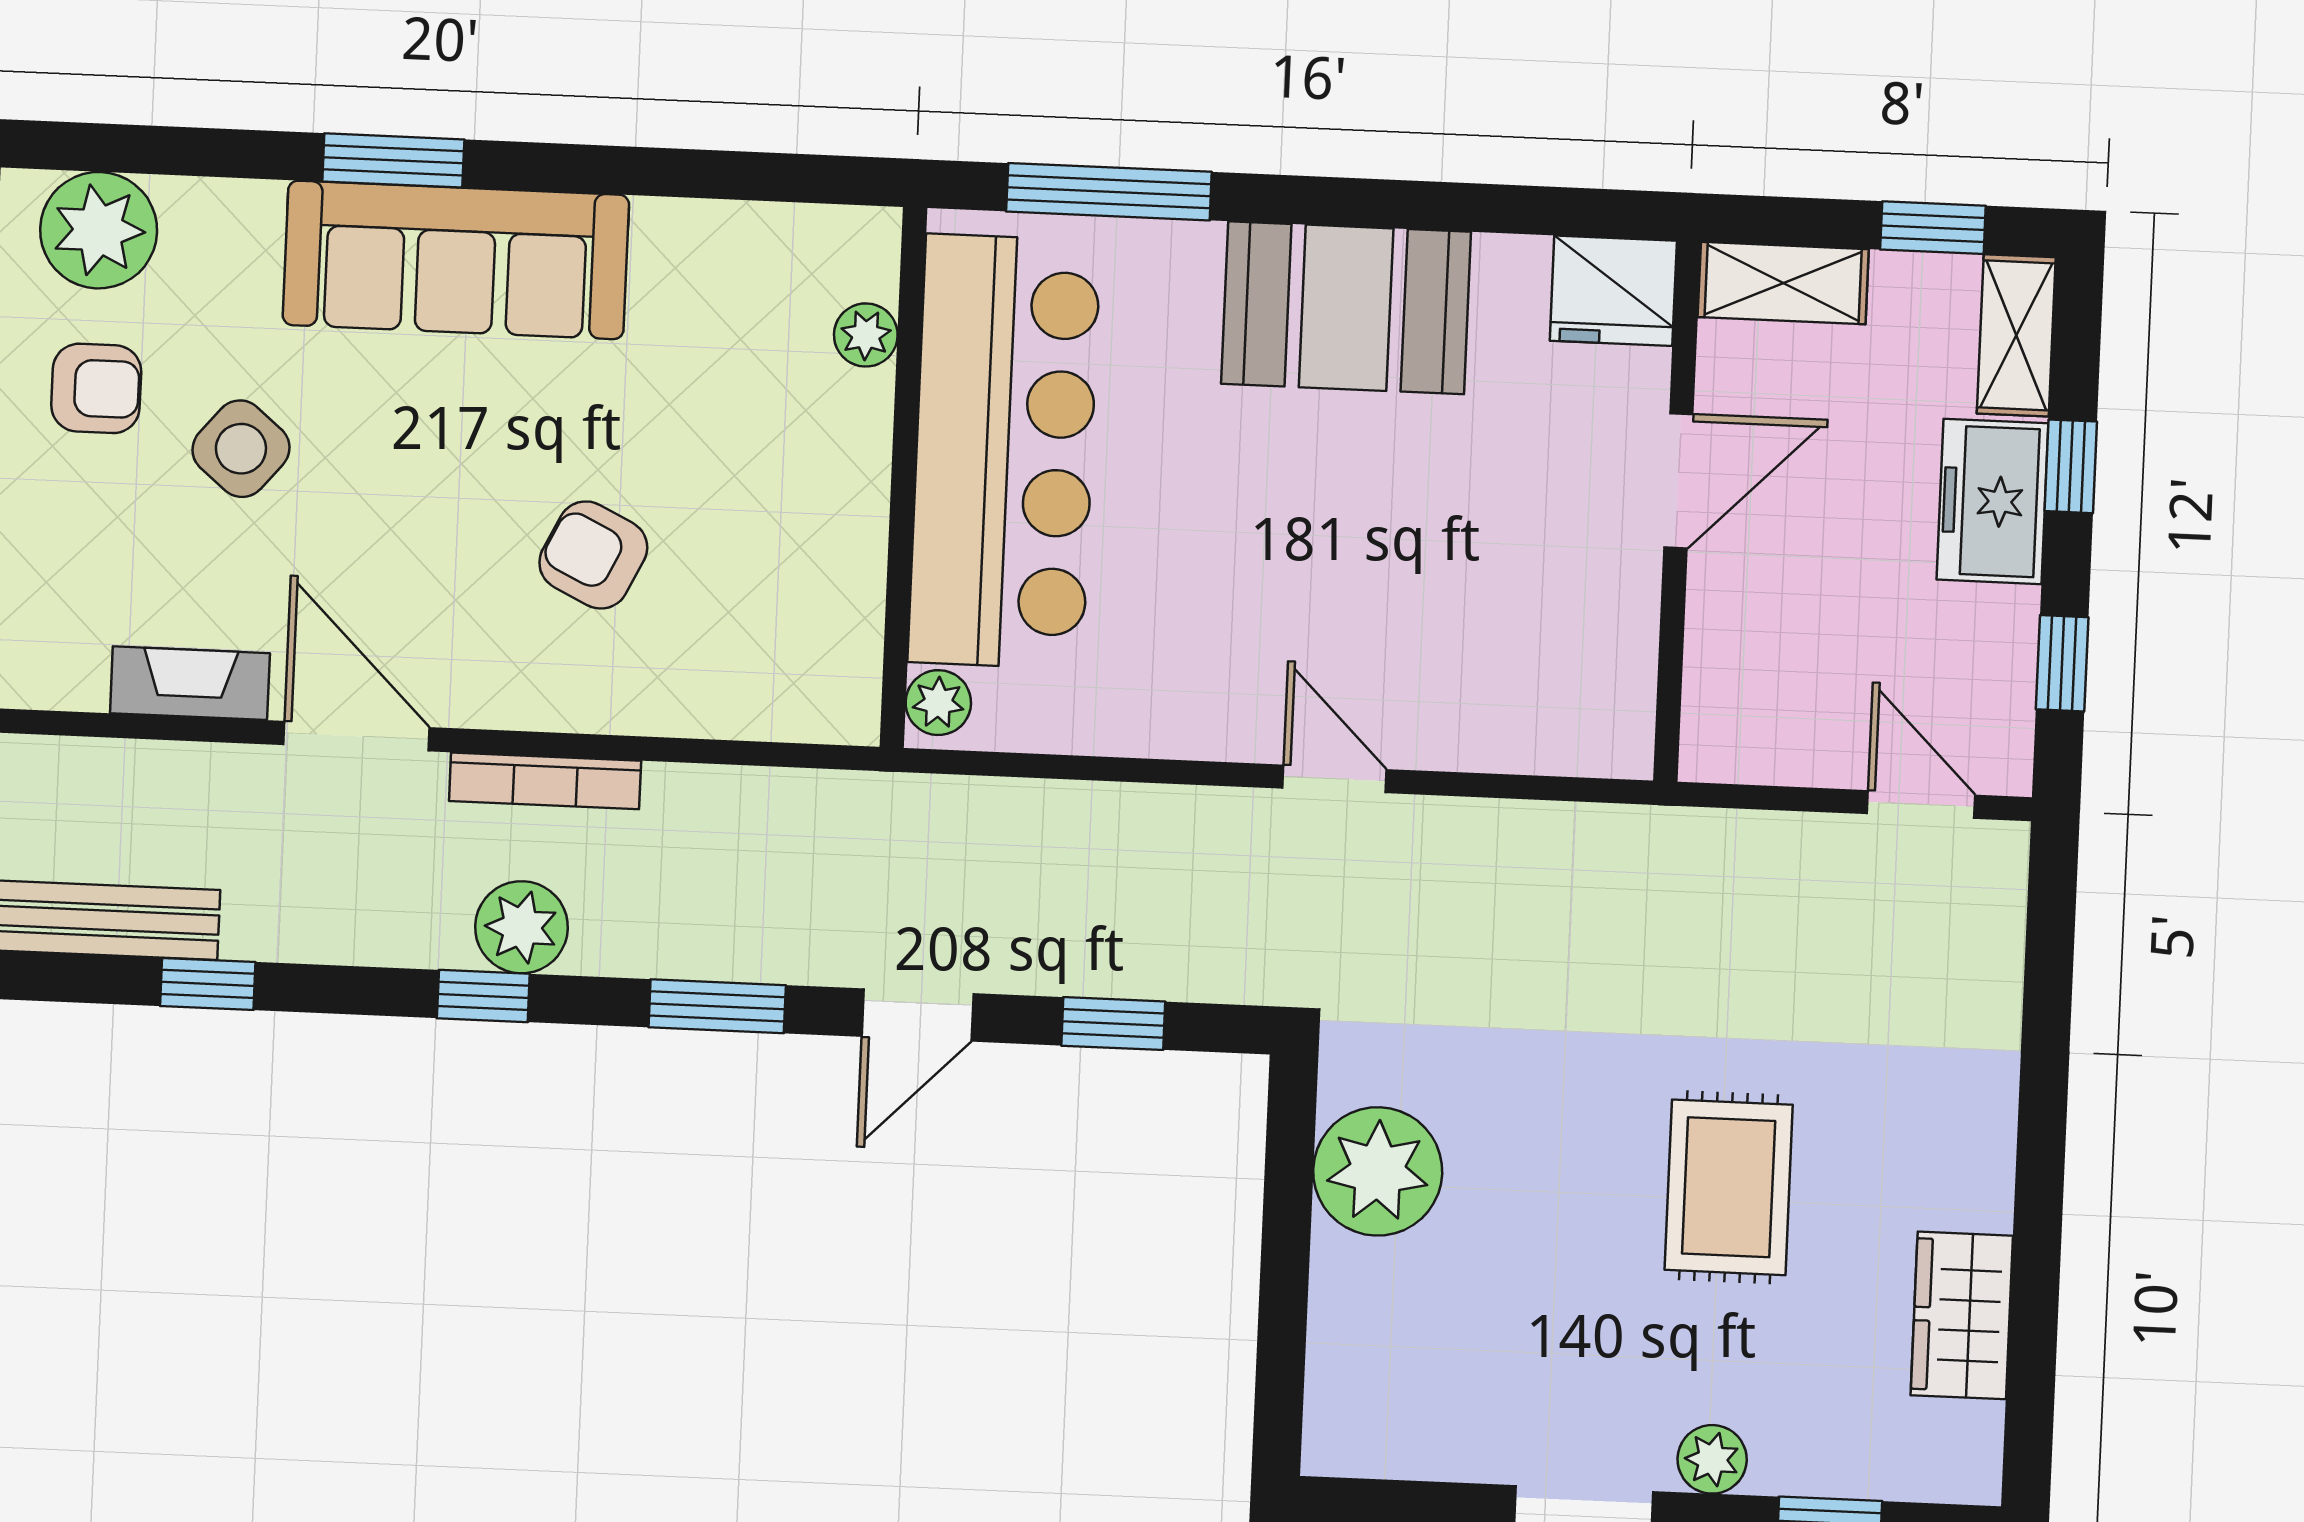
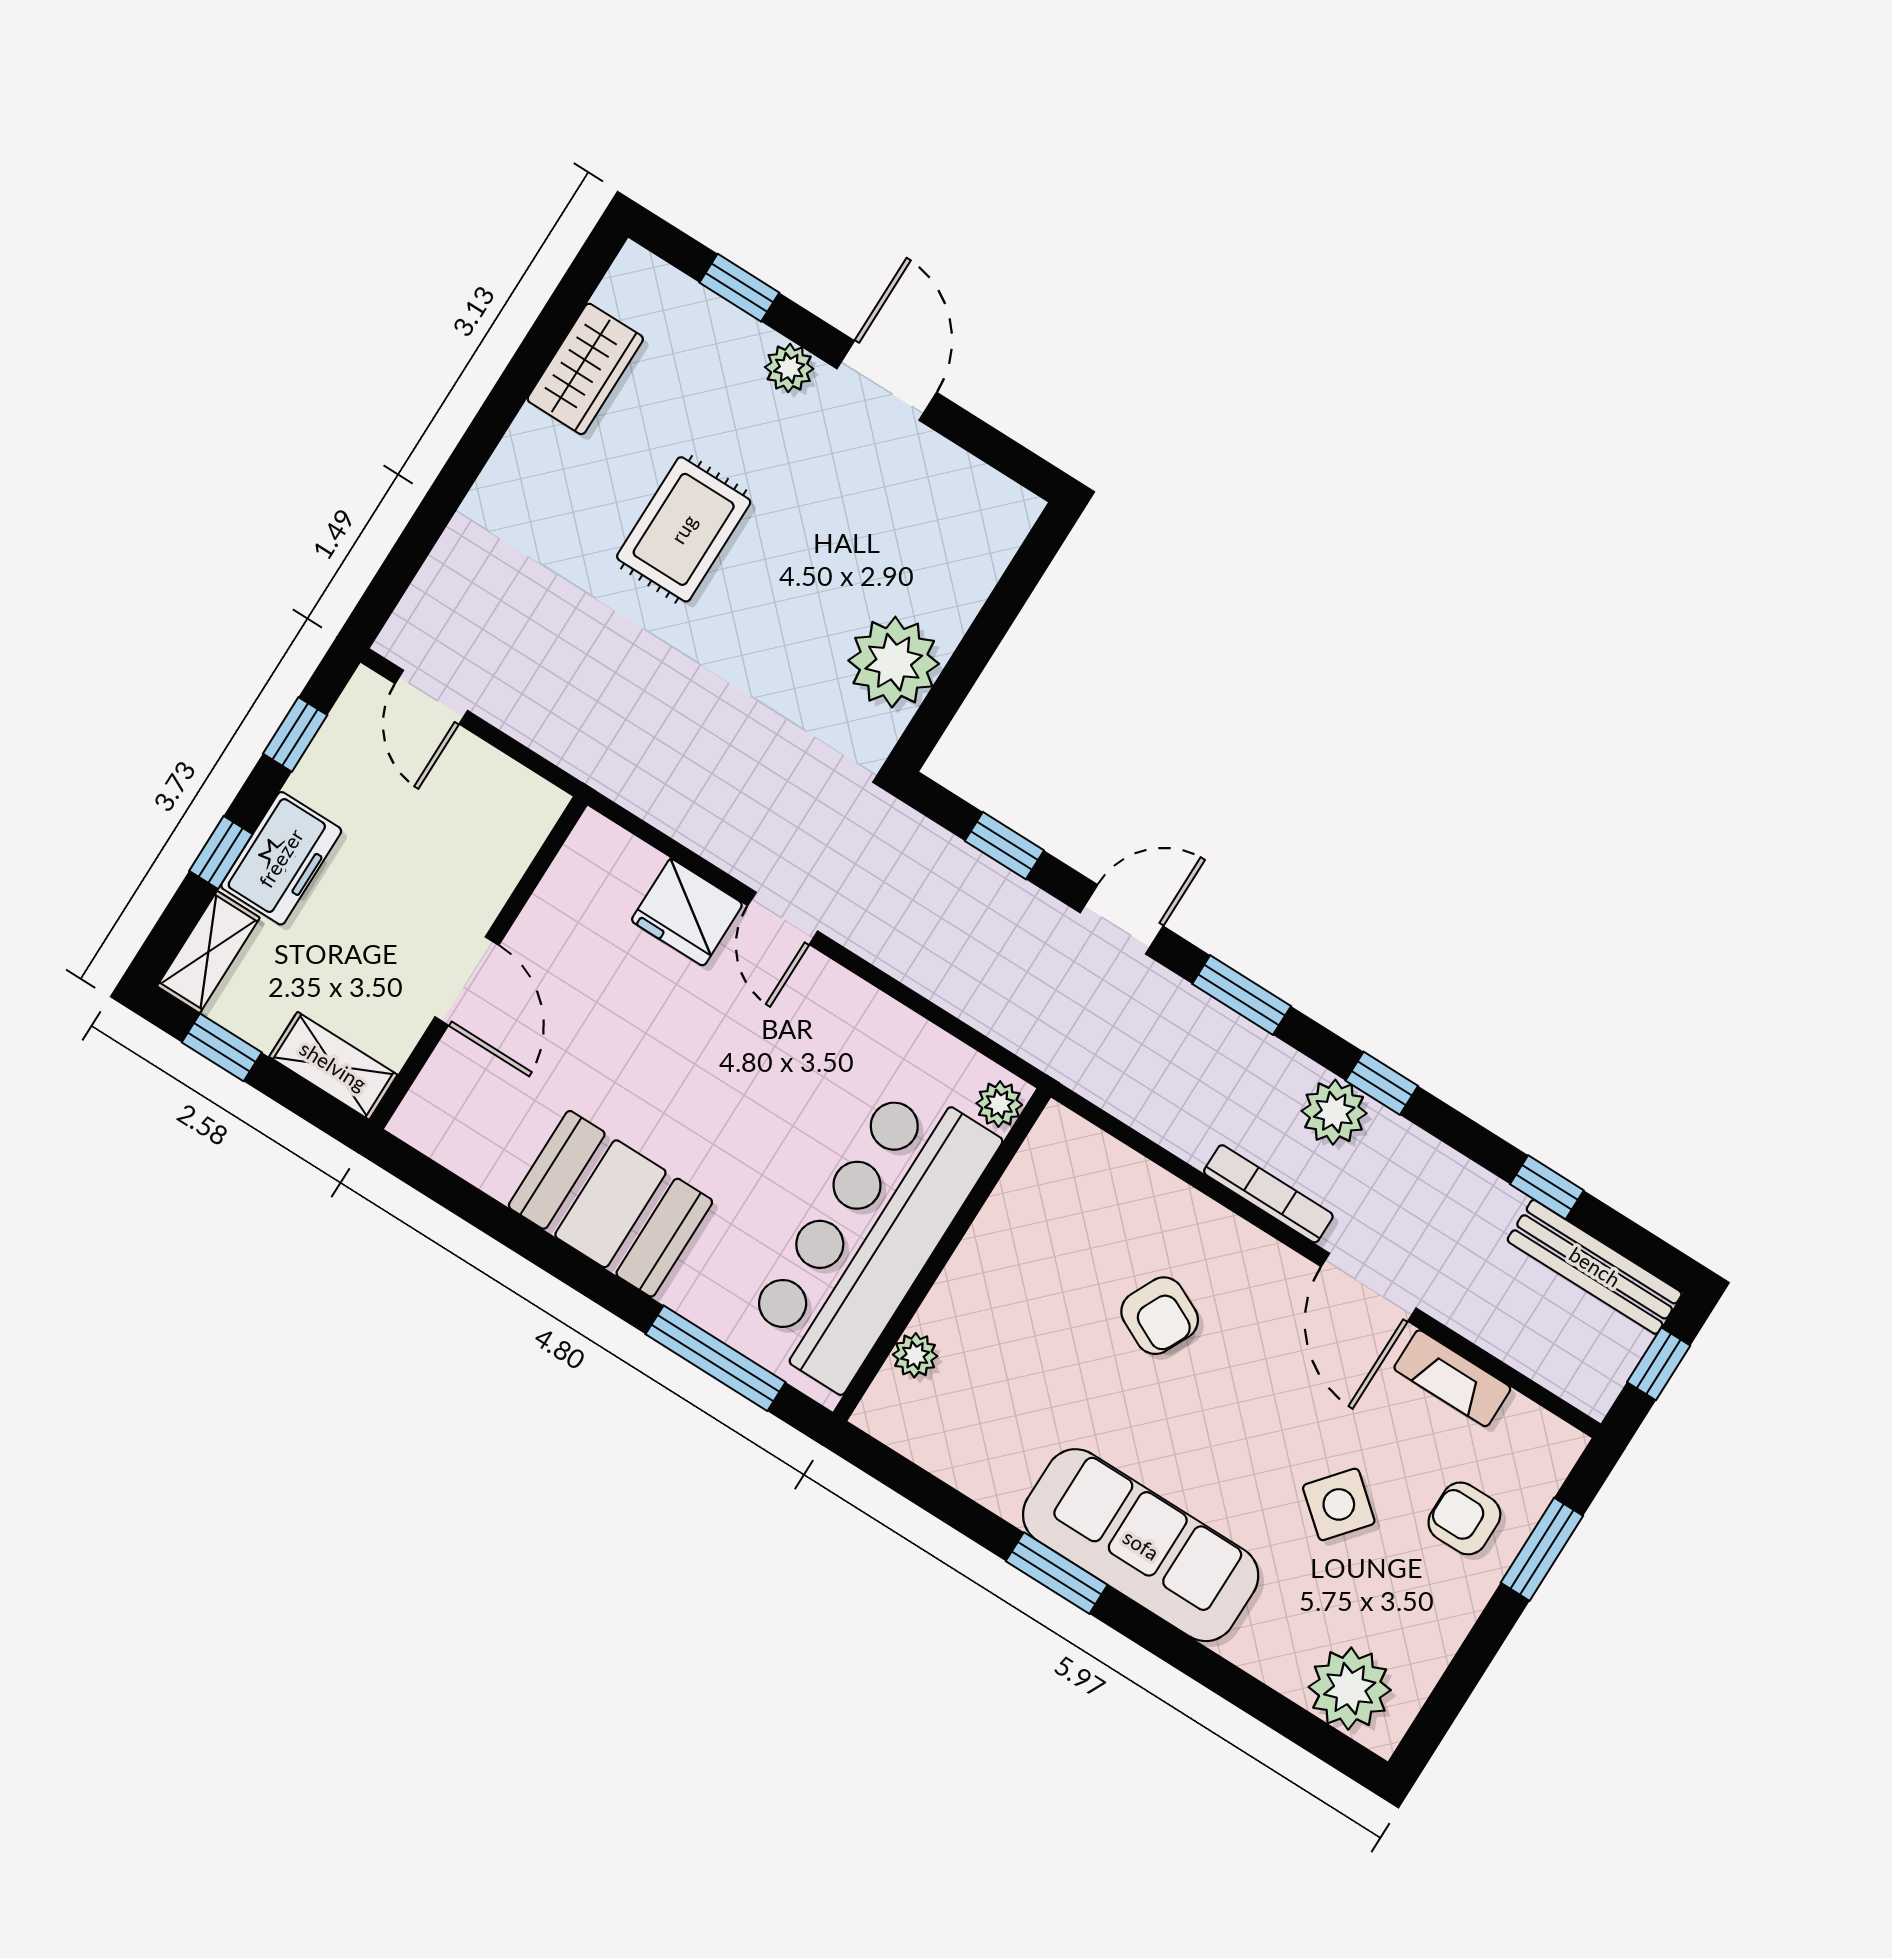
window: (393, 160) -> (1057, 1573), moved
fridge: (1613, 291) -> (687, 912), moved, turned 180
armchair: (96, 388) -> (1464, 1518), moved
door: (1678, 481) -> (467, 981), swing flipped

